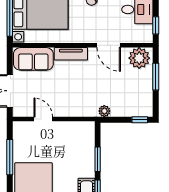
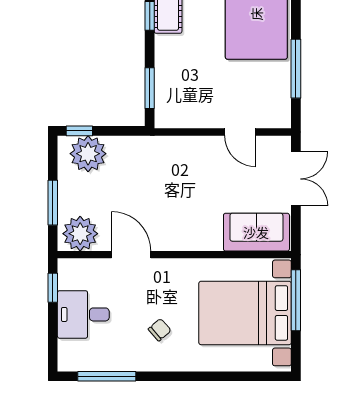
tv unit: (71, 54) -> (194, 241), removed
plant: (104, 111) -> (88, 154), moved, width x1.87, depth x1.87
window: (98, 159) -> (150, 88), moved

